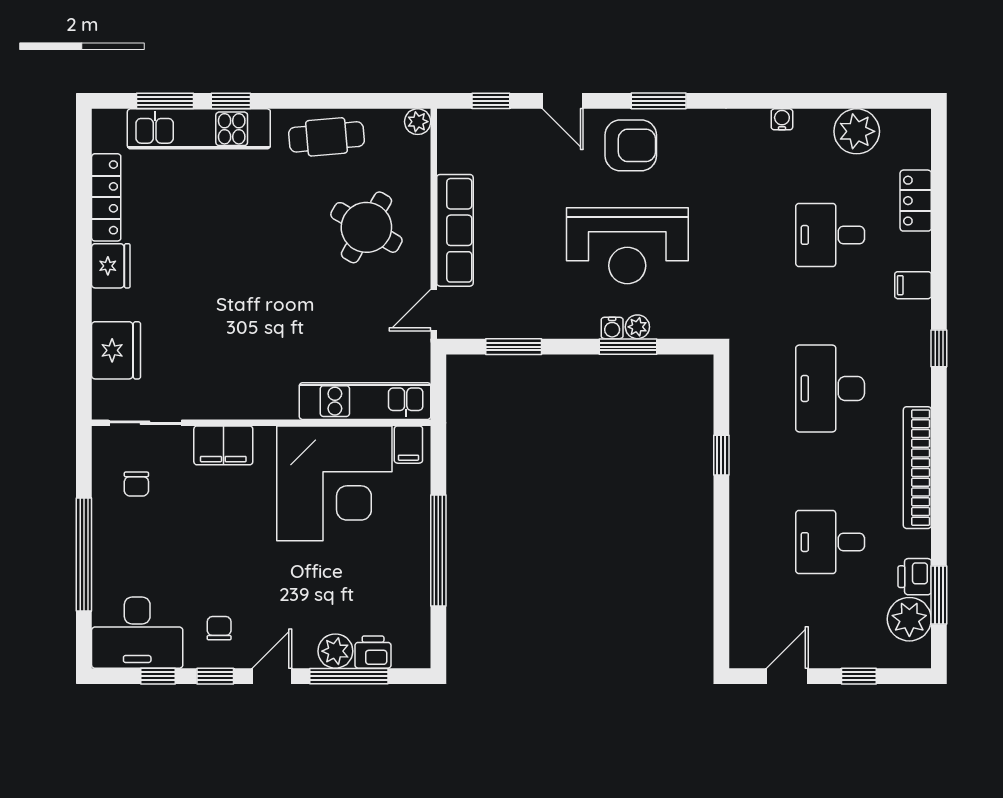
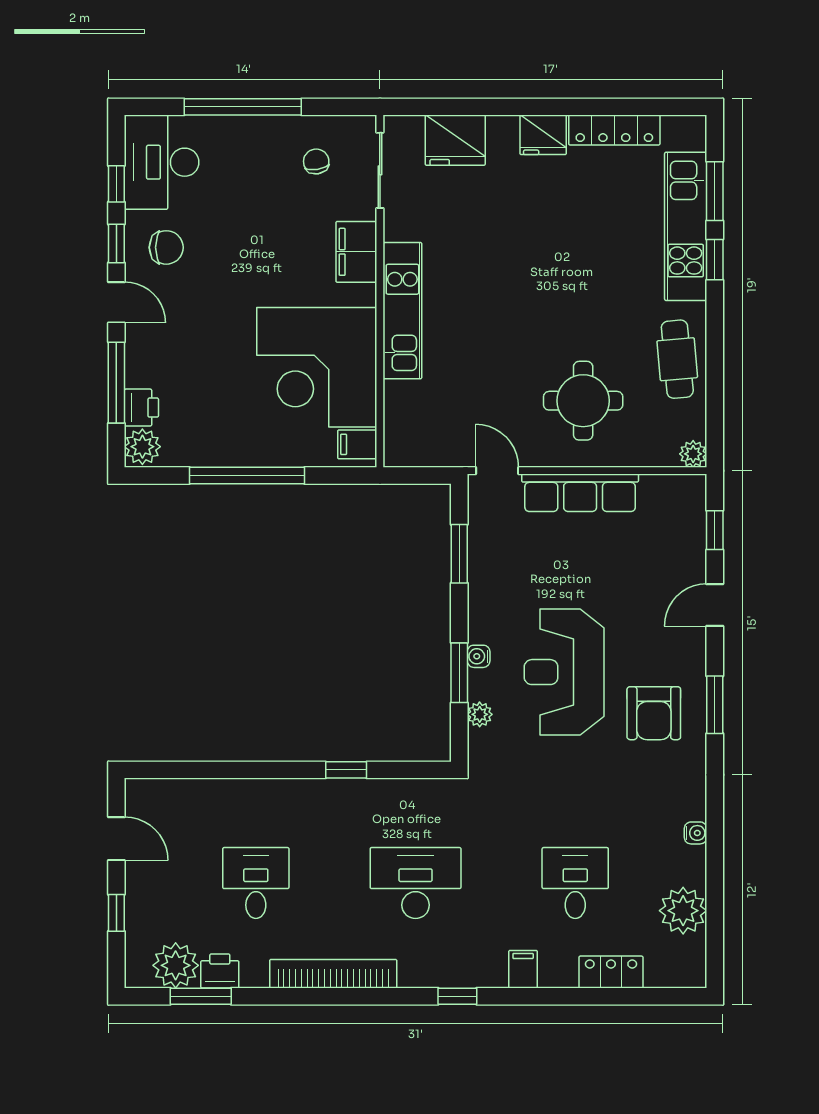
armchair: (631, 145) -> (654, 713), moved
round table: (366, 227) -> (583, 401), turned -30
plant: (637, 327) -> (480, 714), moved
kitchen unit: (365, 401) -> (402, 311), moved
chair: (136, 484) -> (316, 161), turned 81
chair: (219, 628) -> (166, 247), width x1.37, depth x1.37
plant: (335, 651) -> (142, 447), moved

